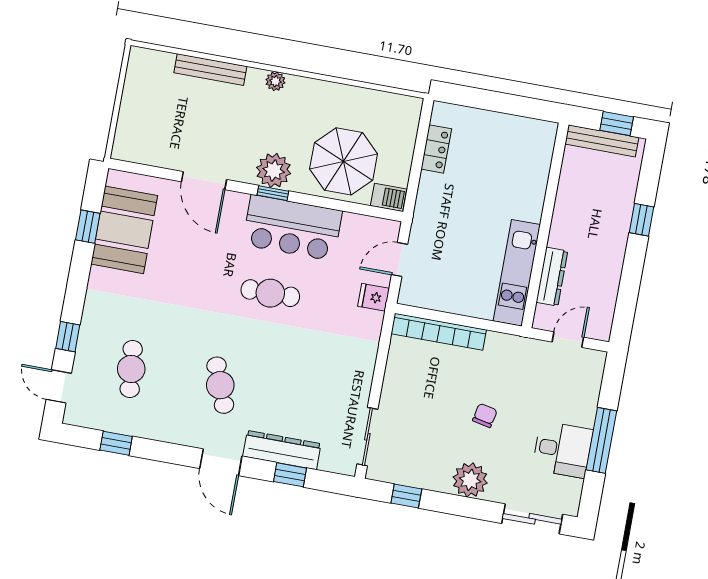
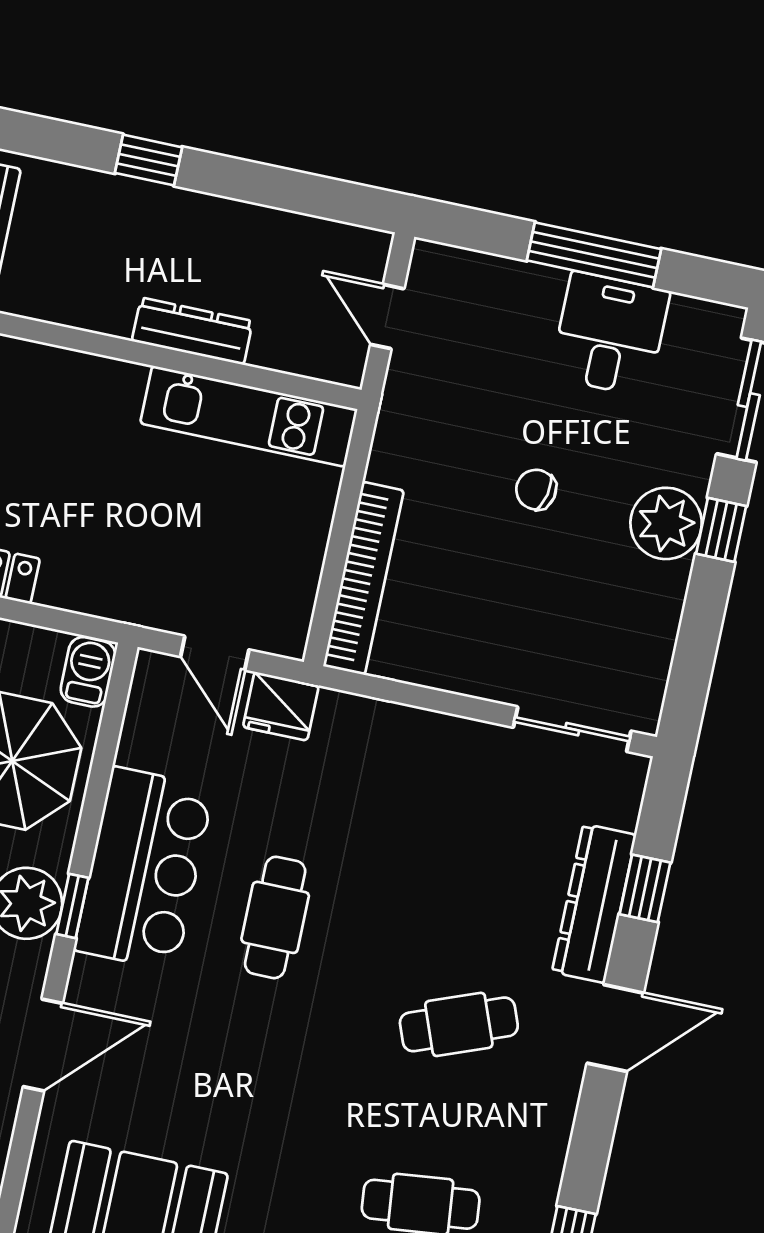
dresser: (552, 277) -> (192, 331), moved
fridge: (374, 297) -> (281, 706), width x1.38
window: (406, 496) -> (721, 530), moved

